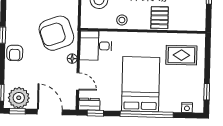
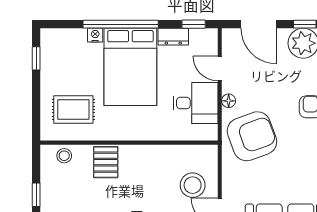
stool: (122, 20) -> (64, 156), moved
desk: (96, 46) -> (195, 103), moved
dresser: (89, 104) -> (173, 37), moved
nightstand: (187, 108) -> (95, 35), moved

